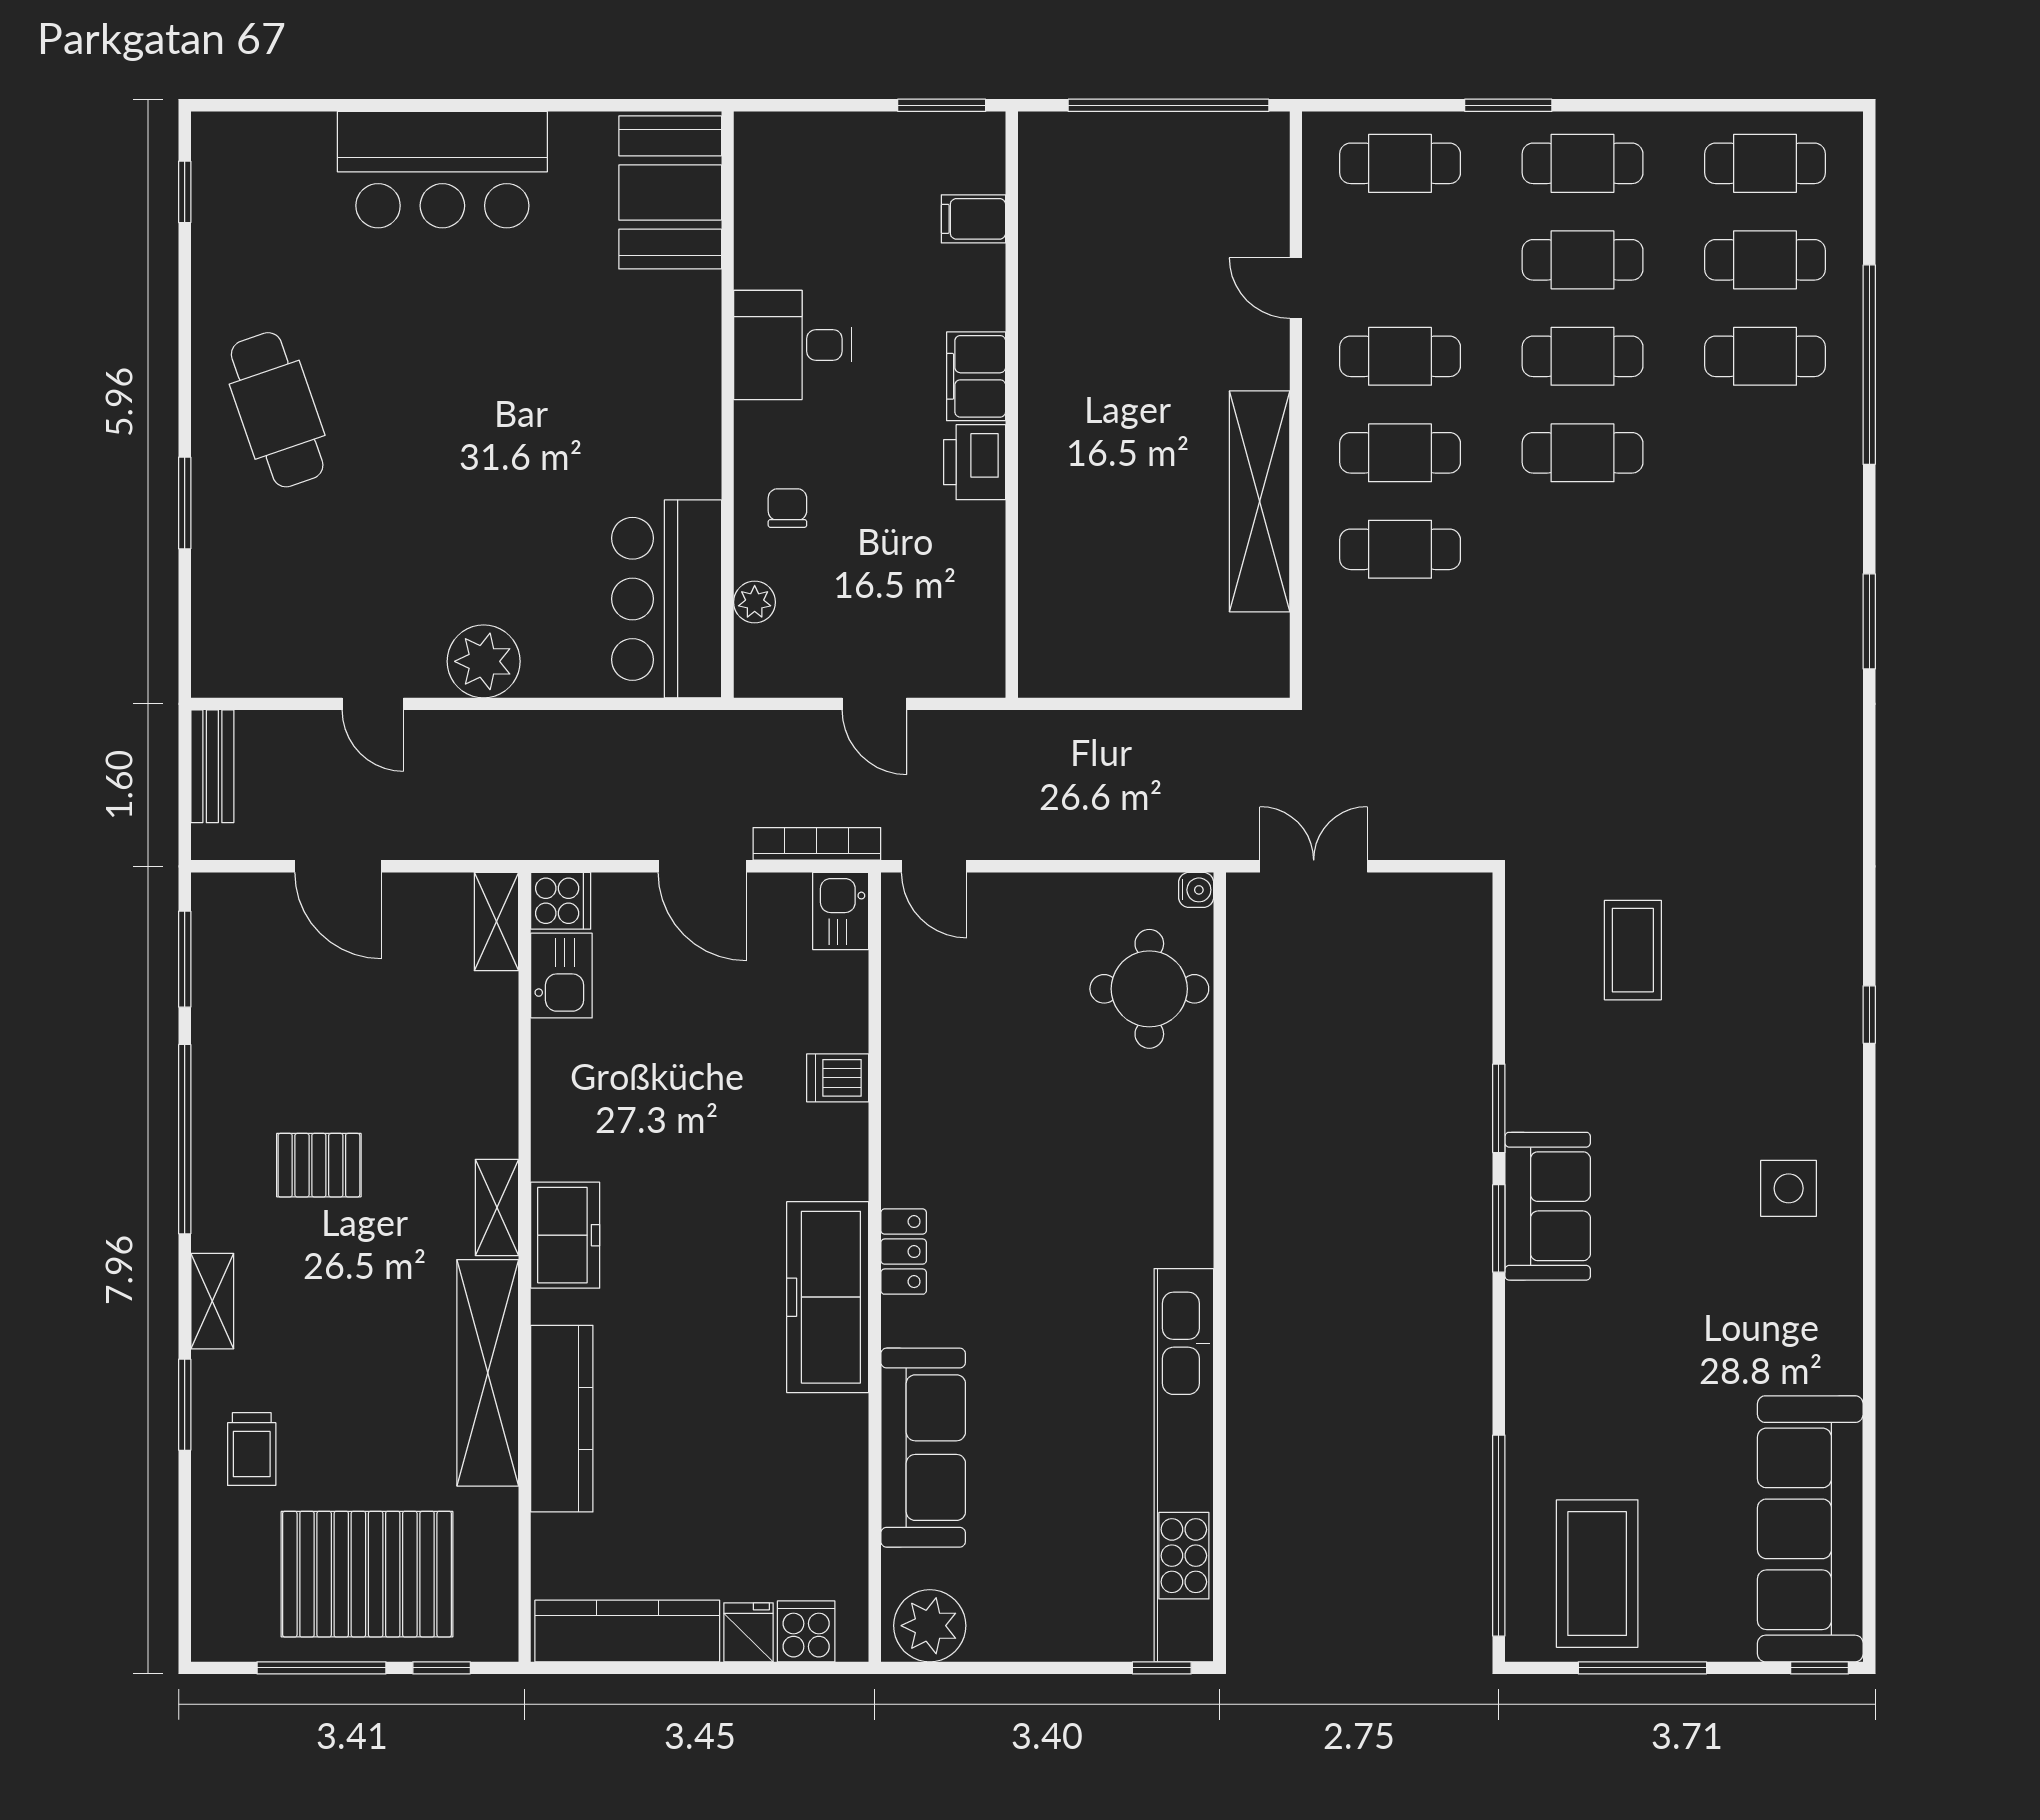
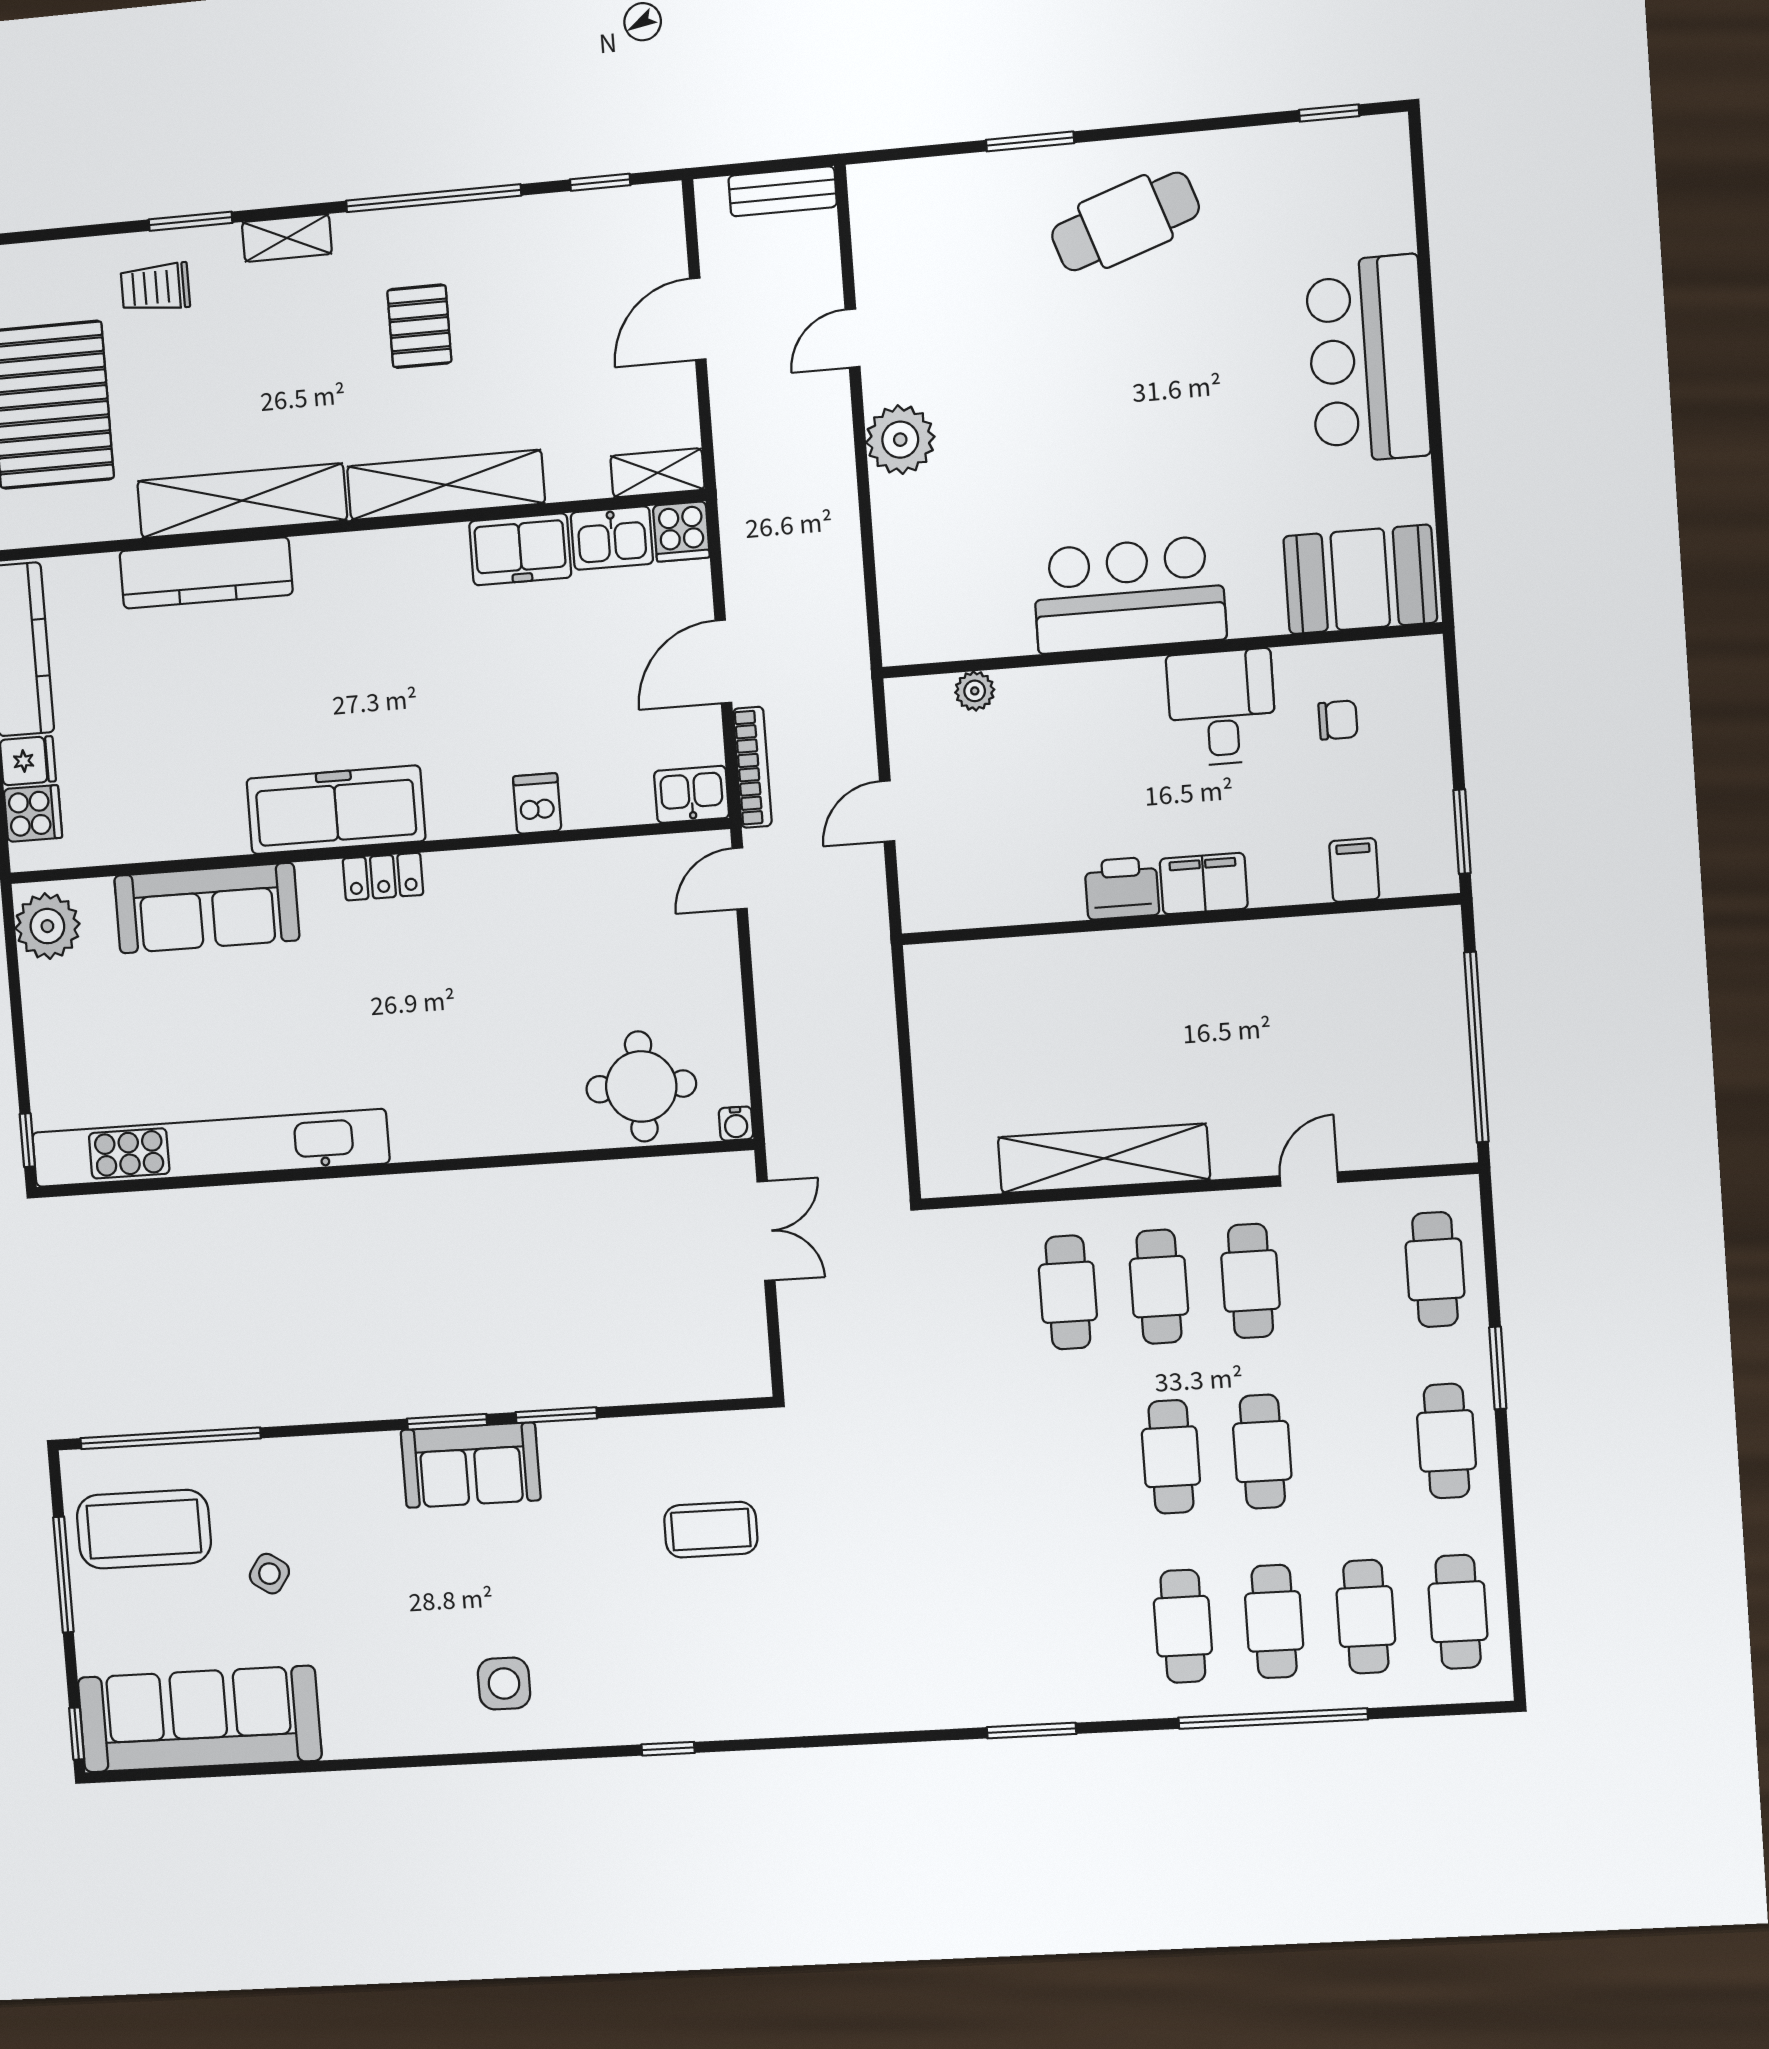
cafe table: (1583, 260) -> (1183, 1626), moved
chair: (787, 508) -> (1338, 720), moved
bar counter: (667, 599) -> (1129, 595), moved
window: (185, 959) -> (600, 182), width x0.67
shelving: (497, 1207) -> (446, 485), width x2.20, depth x1.33
freezer: (565, 1235) -> (520, 549), moved
side table: (1654, 1438) -> (269, 1574), added

